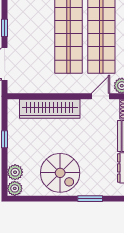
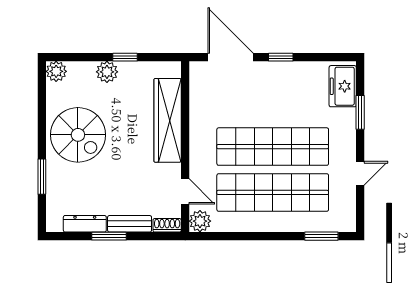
plant: (15, 172) -> (107, 72), moved
spiral stairs: (60, 173) -> (78, 135), turned -90

